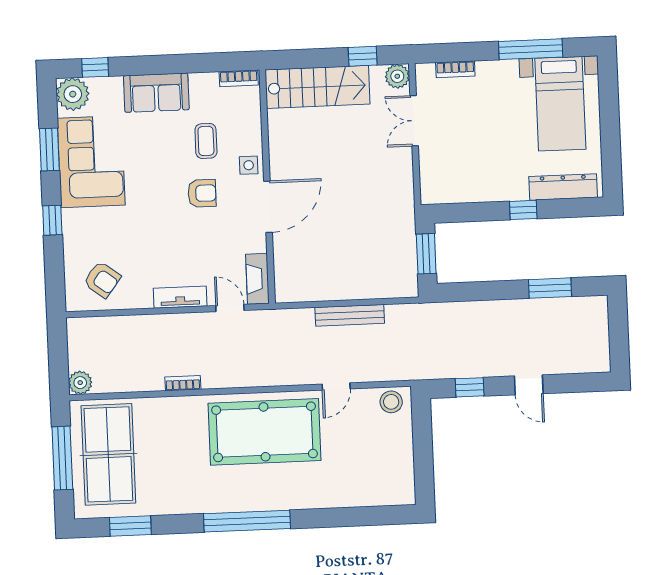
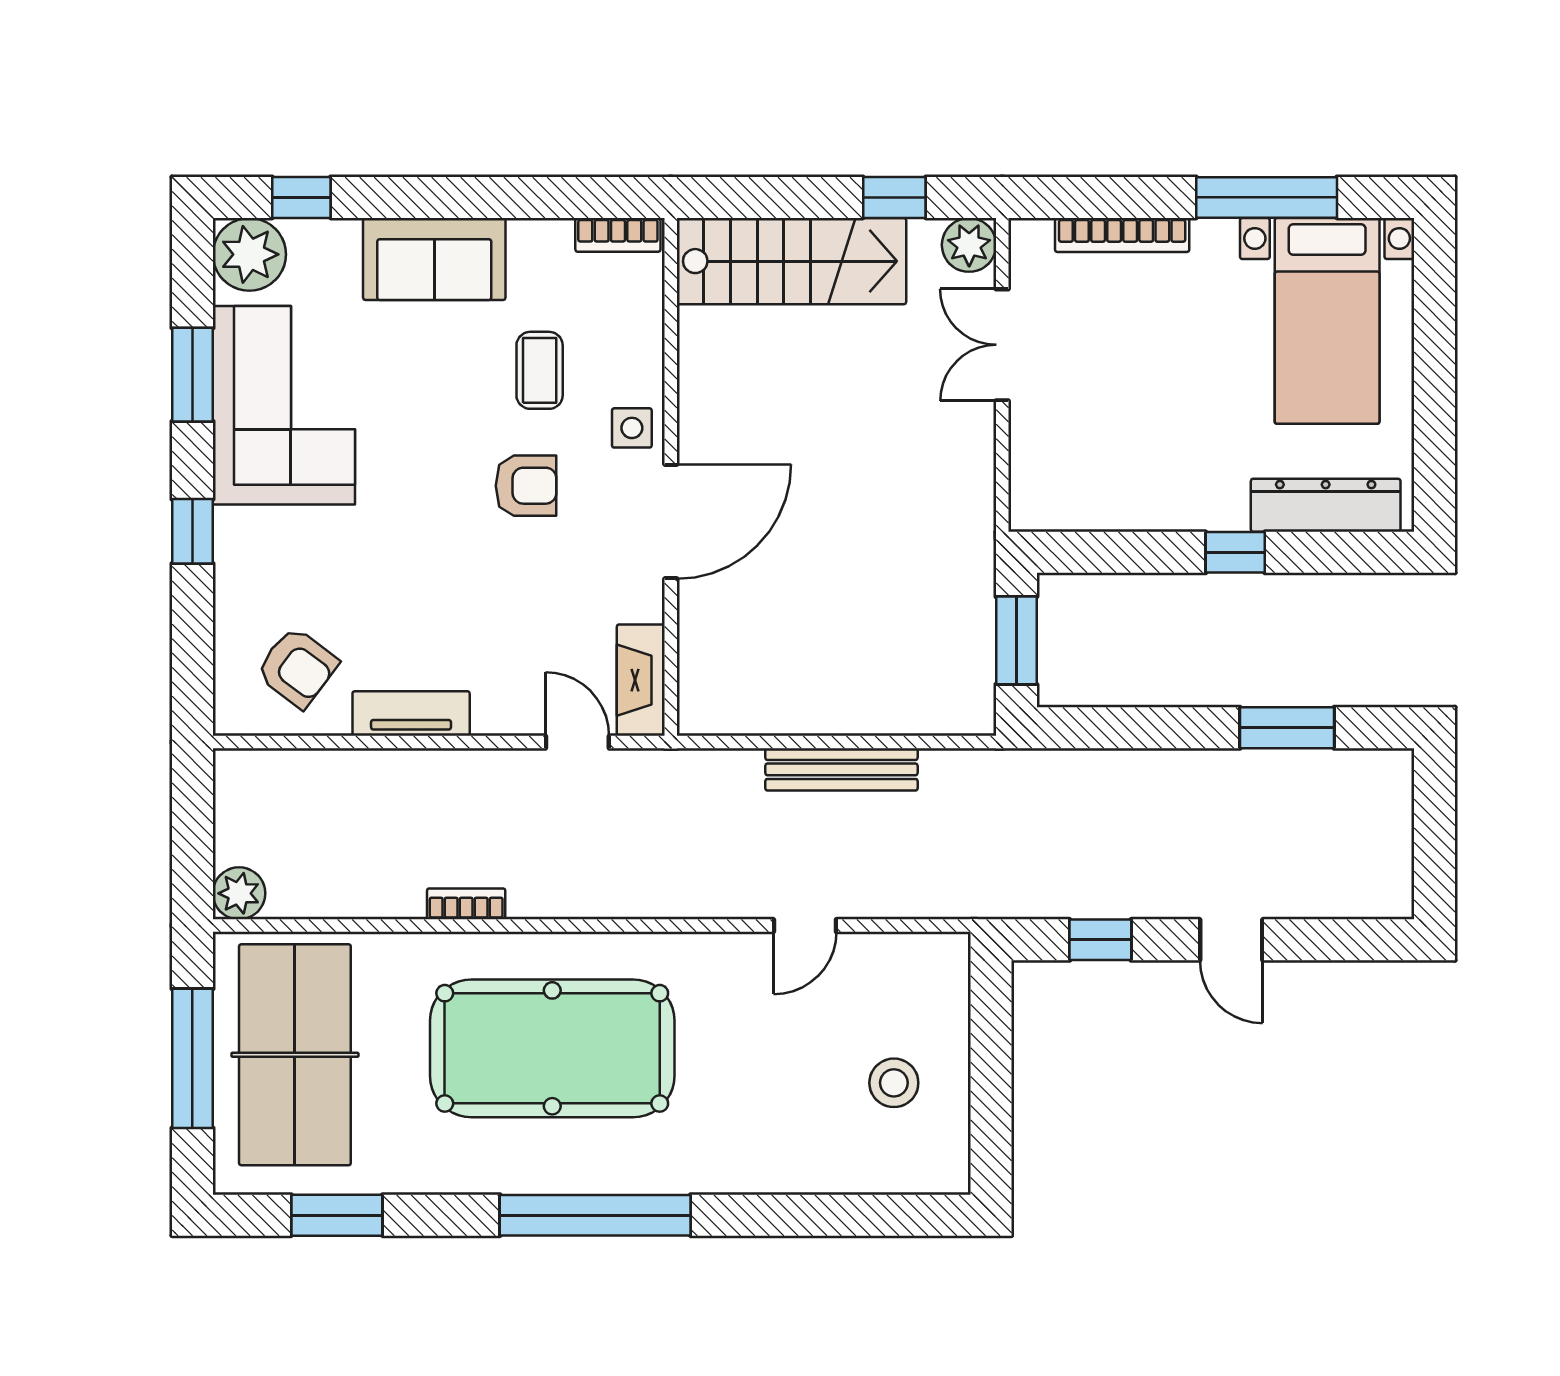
bookcase: (455, 69) -> (1122, 235), width x1.56
tv unit: (180, 297) -> (411, 714), moved
stool: (391, 402) -> (894, 1083), moved
pool table: (265, 432) -> (552, 1048), moved

